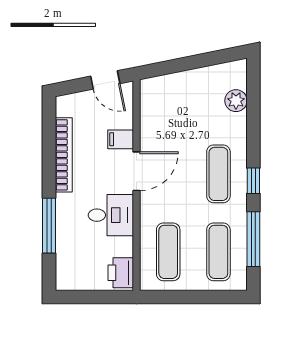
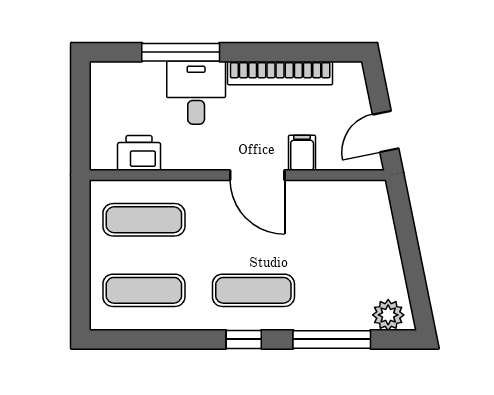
plant: (236, 101) -> (388, 315), moved
desk: (111, 215) -> (196, 93), moved, turned 180
window: (253, 239) -> (332, 339), moved
printer: (121, 273) -> (139, 153), moved

